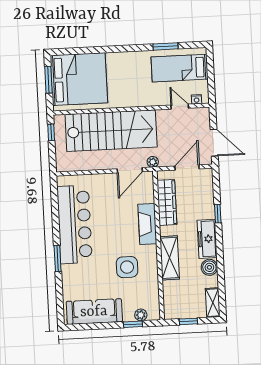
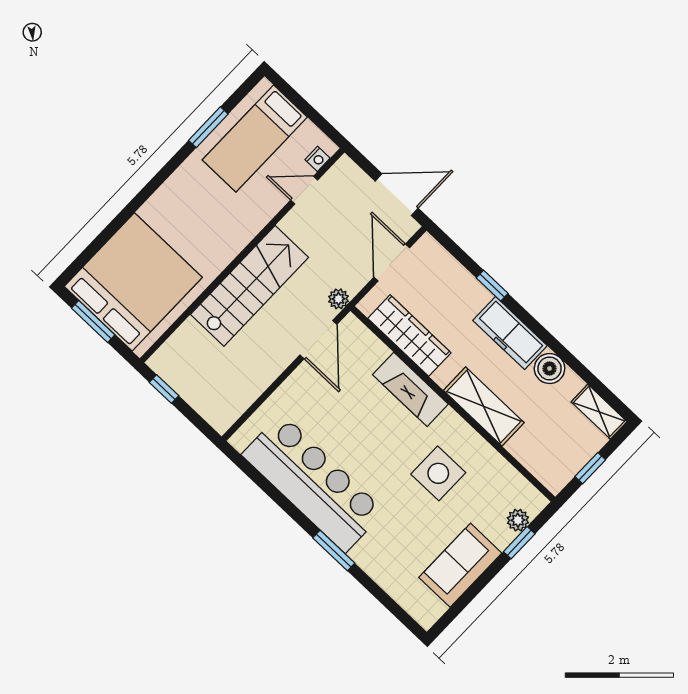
stairs: (111, 131) -> (249, 286), width x0.73, depth x0.66
sofa: (94, 312) -> (460, 565), width x0.73

